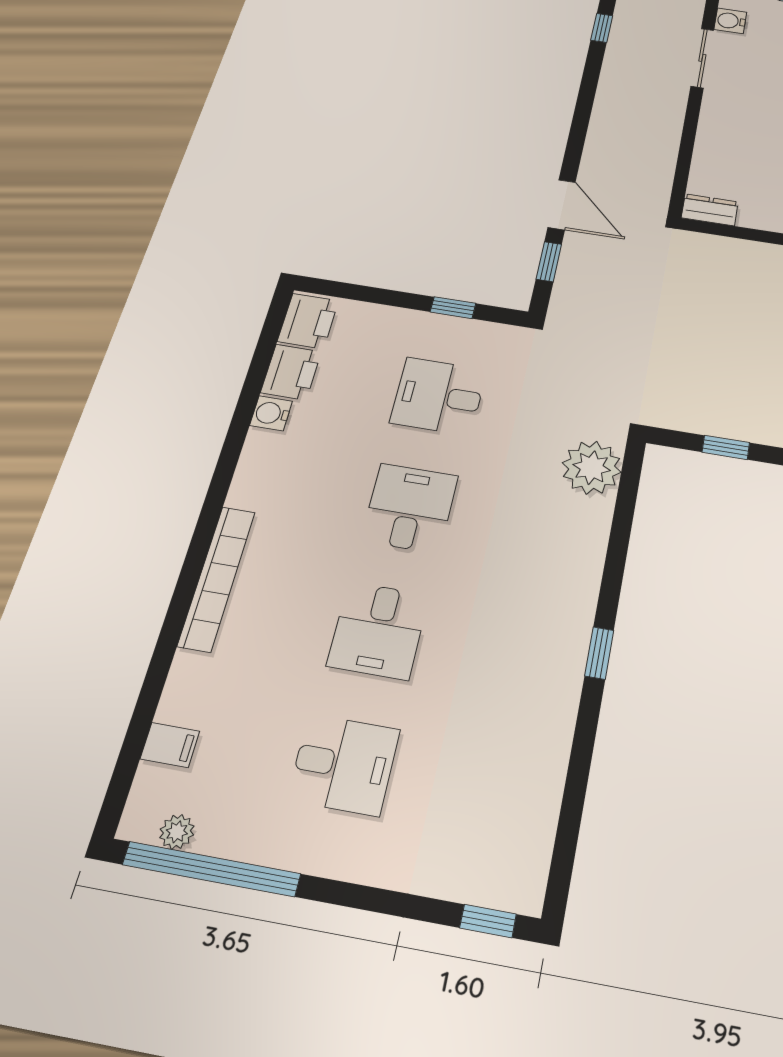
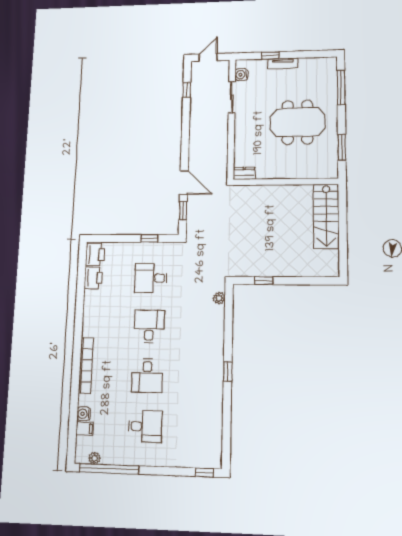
water cooler: (271, 413) -> (84, 414), moved
plant: (592, 468) -> (219, 298), width x0.53, depth x0.53

